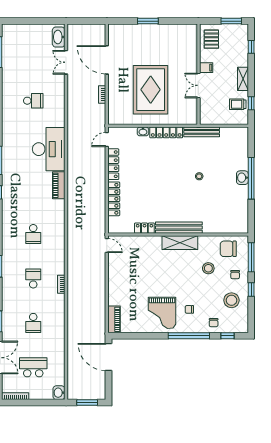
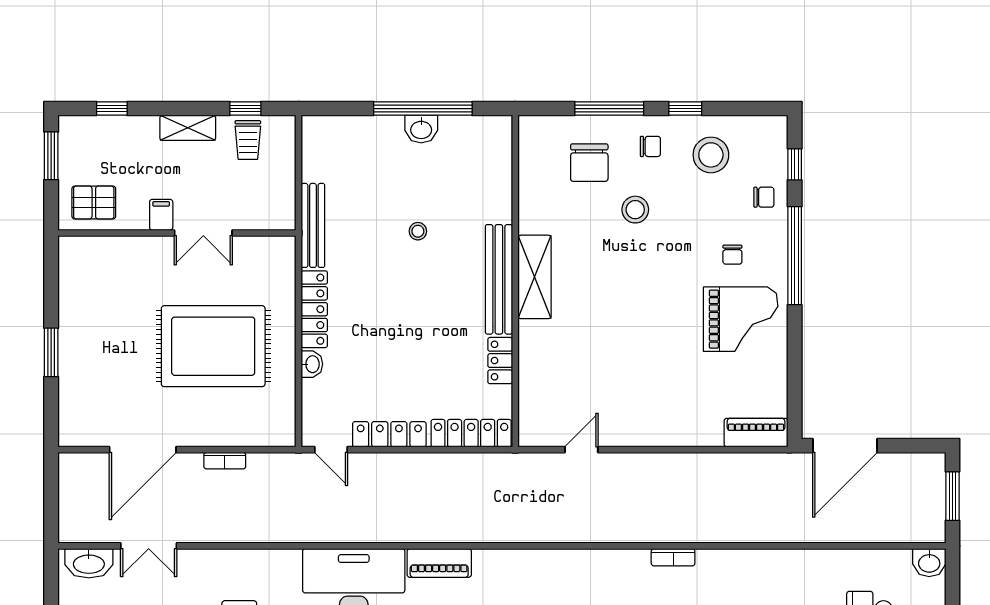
locker: (144, 228) -> (500, 361), moved
bench: (179, 228) -> (499, 279), moved
wall: (178, 234) -> (515, 281), moved
shelving: (180, 243) -> (535, 277), moved

